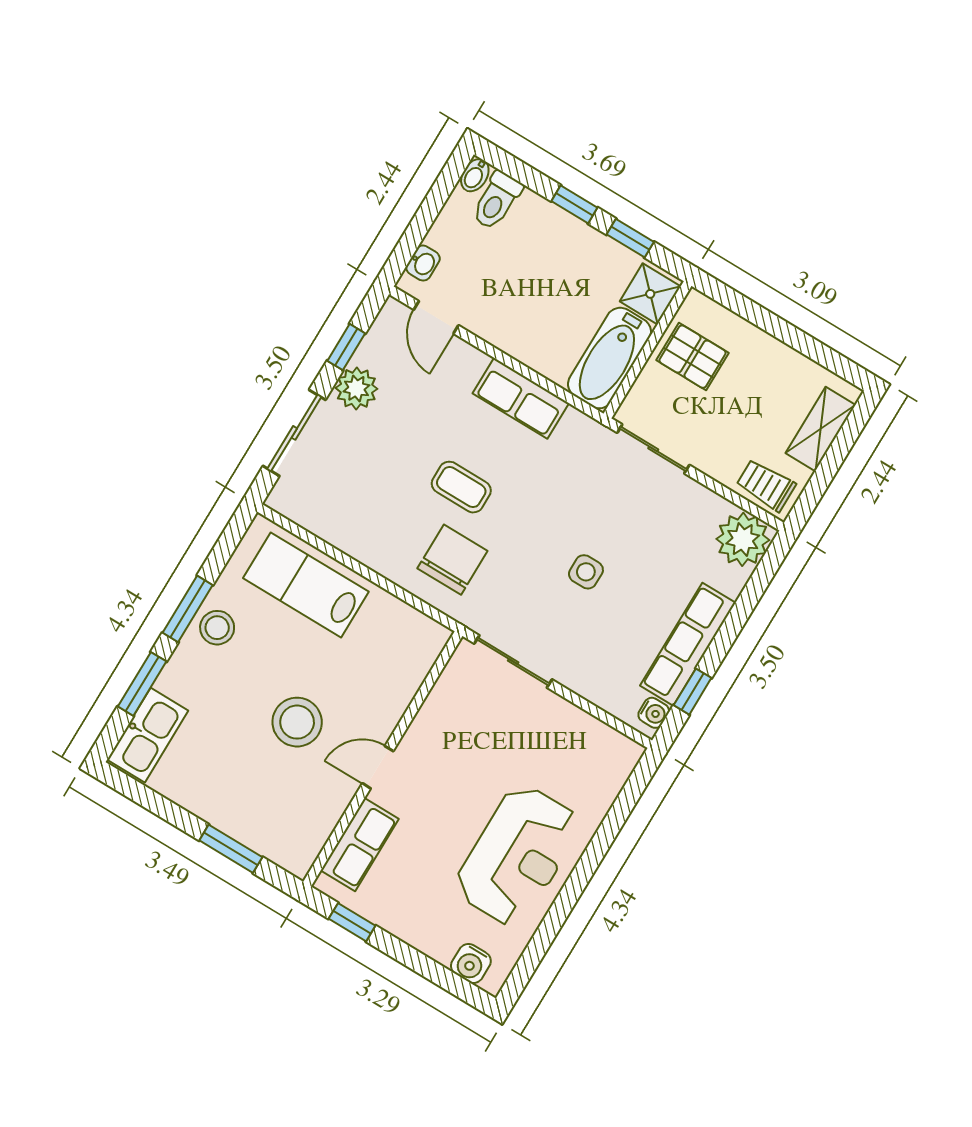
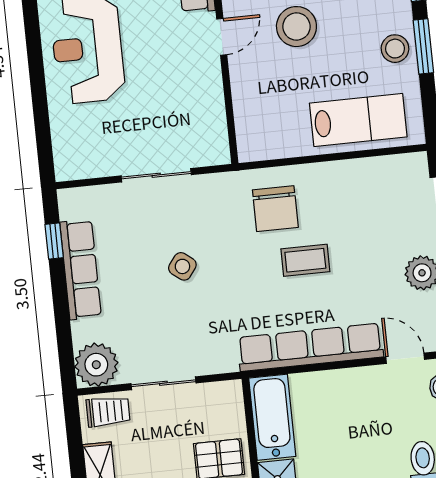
row of seats: (521, 398) -> (310, 347), width x2.02
sliding door: (653, 449) -> (163, 383), moved
side table: (586, 572) -> (182, 266), turned 37
sliding door: (513, 661) -> (156, 175), moved
water cooler: (654, 713) -> (69, 208), removed

